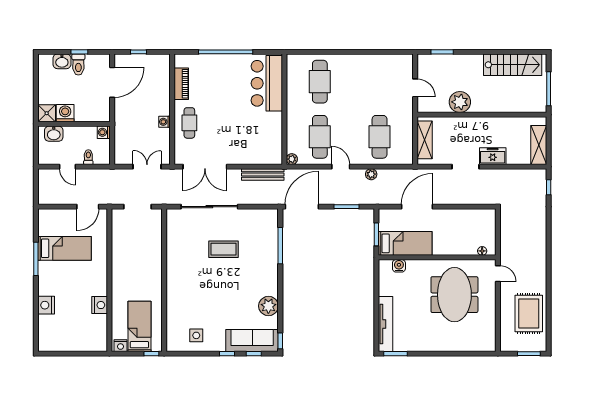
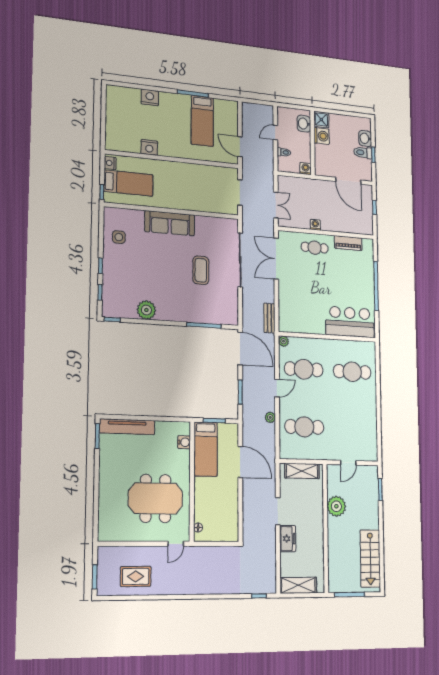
bench: (263, 175) -> (269, 318), width x0.73
rug: (529, 313) -> (136, 576), width x0.73, depth x0.70
sofa: (252, 340) -> (170, 223), moved, turned 90

